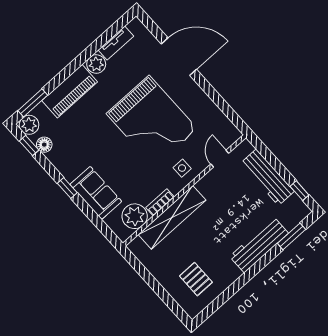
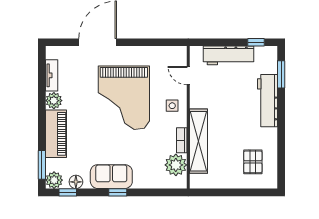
grand piano: (152, 121) -> (124, 98), turned 90
sofa: (96, 193) -> (111, 177), moved
pallet: (196, 279) -> (253, 162), turned 90

